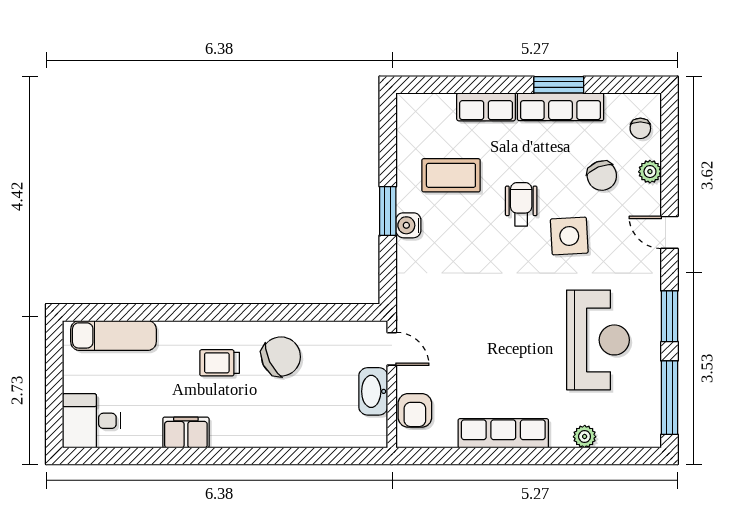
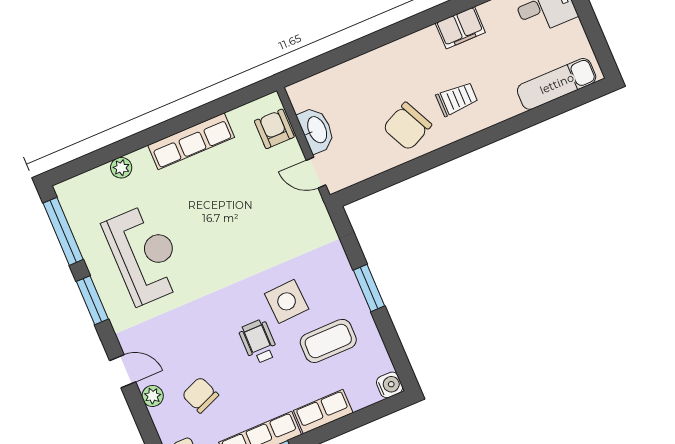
plant: (650, 172) -> (153, 396), moved
wheelchair: (521, 204) -> (258, 342), turned 180
water cooler: (408, 225) -> (390, 385), moved
side table: (569, 236) -> (287, 301), moved
reception desk: (598, 340) -> (145, 254), turned 180

